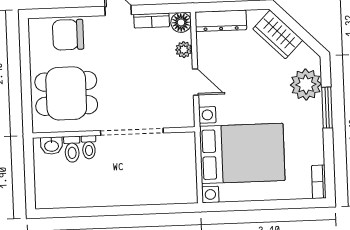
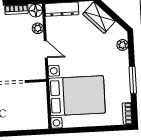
plant: (306, 84) -> (123, 45), width x0.53, depth x0.53
window: (327, 108) -> (133, 80), moved

